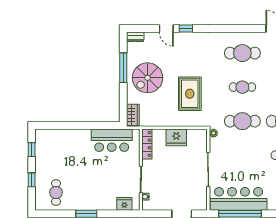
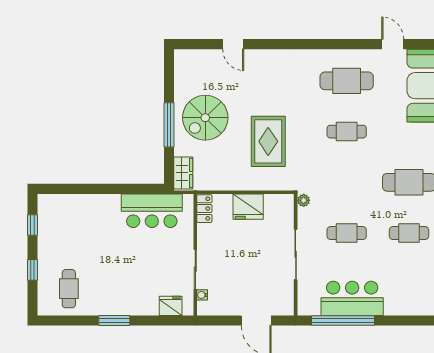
window: (186, 28) -> (262, 44), removed
dresser: (135, 37) -> (187, 56), removed
window: (123, 68) -> (169, 125), moved
cafe table: (242, 121) -> (347, 233), moved, width x0.73, depth x0.74
locker: (147, 144) -> (204, 209), width x0.66
bar counter: (239, 199) -> (352, 298), width x0.73

